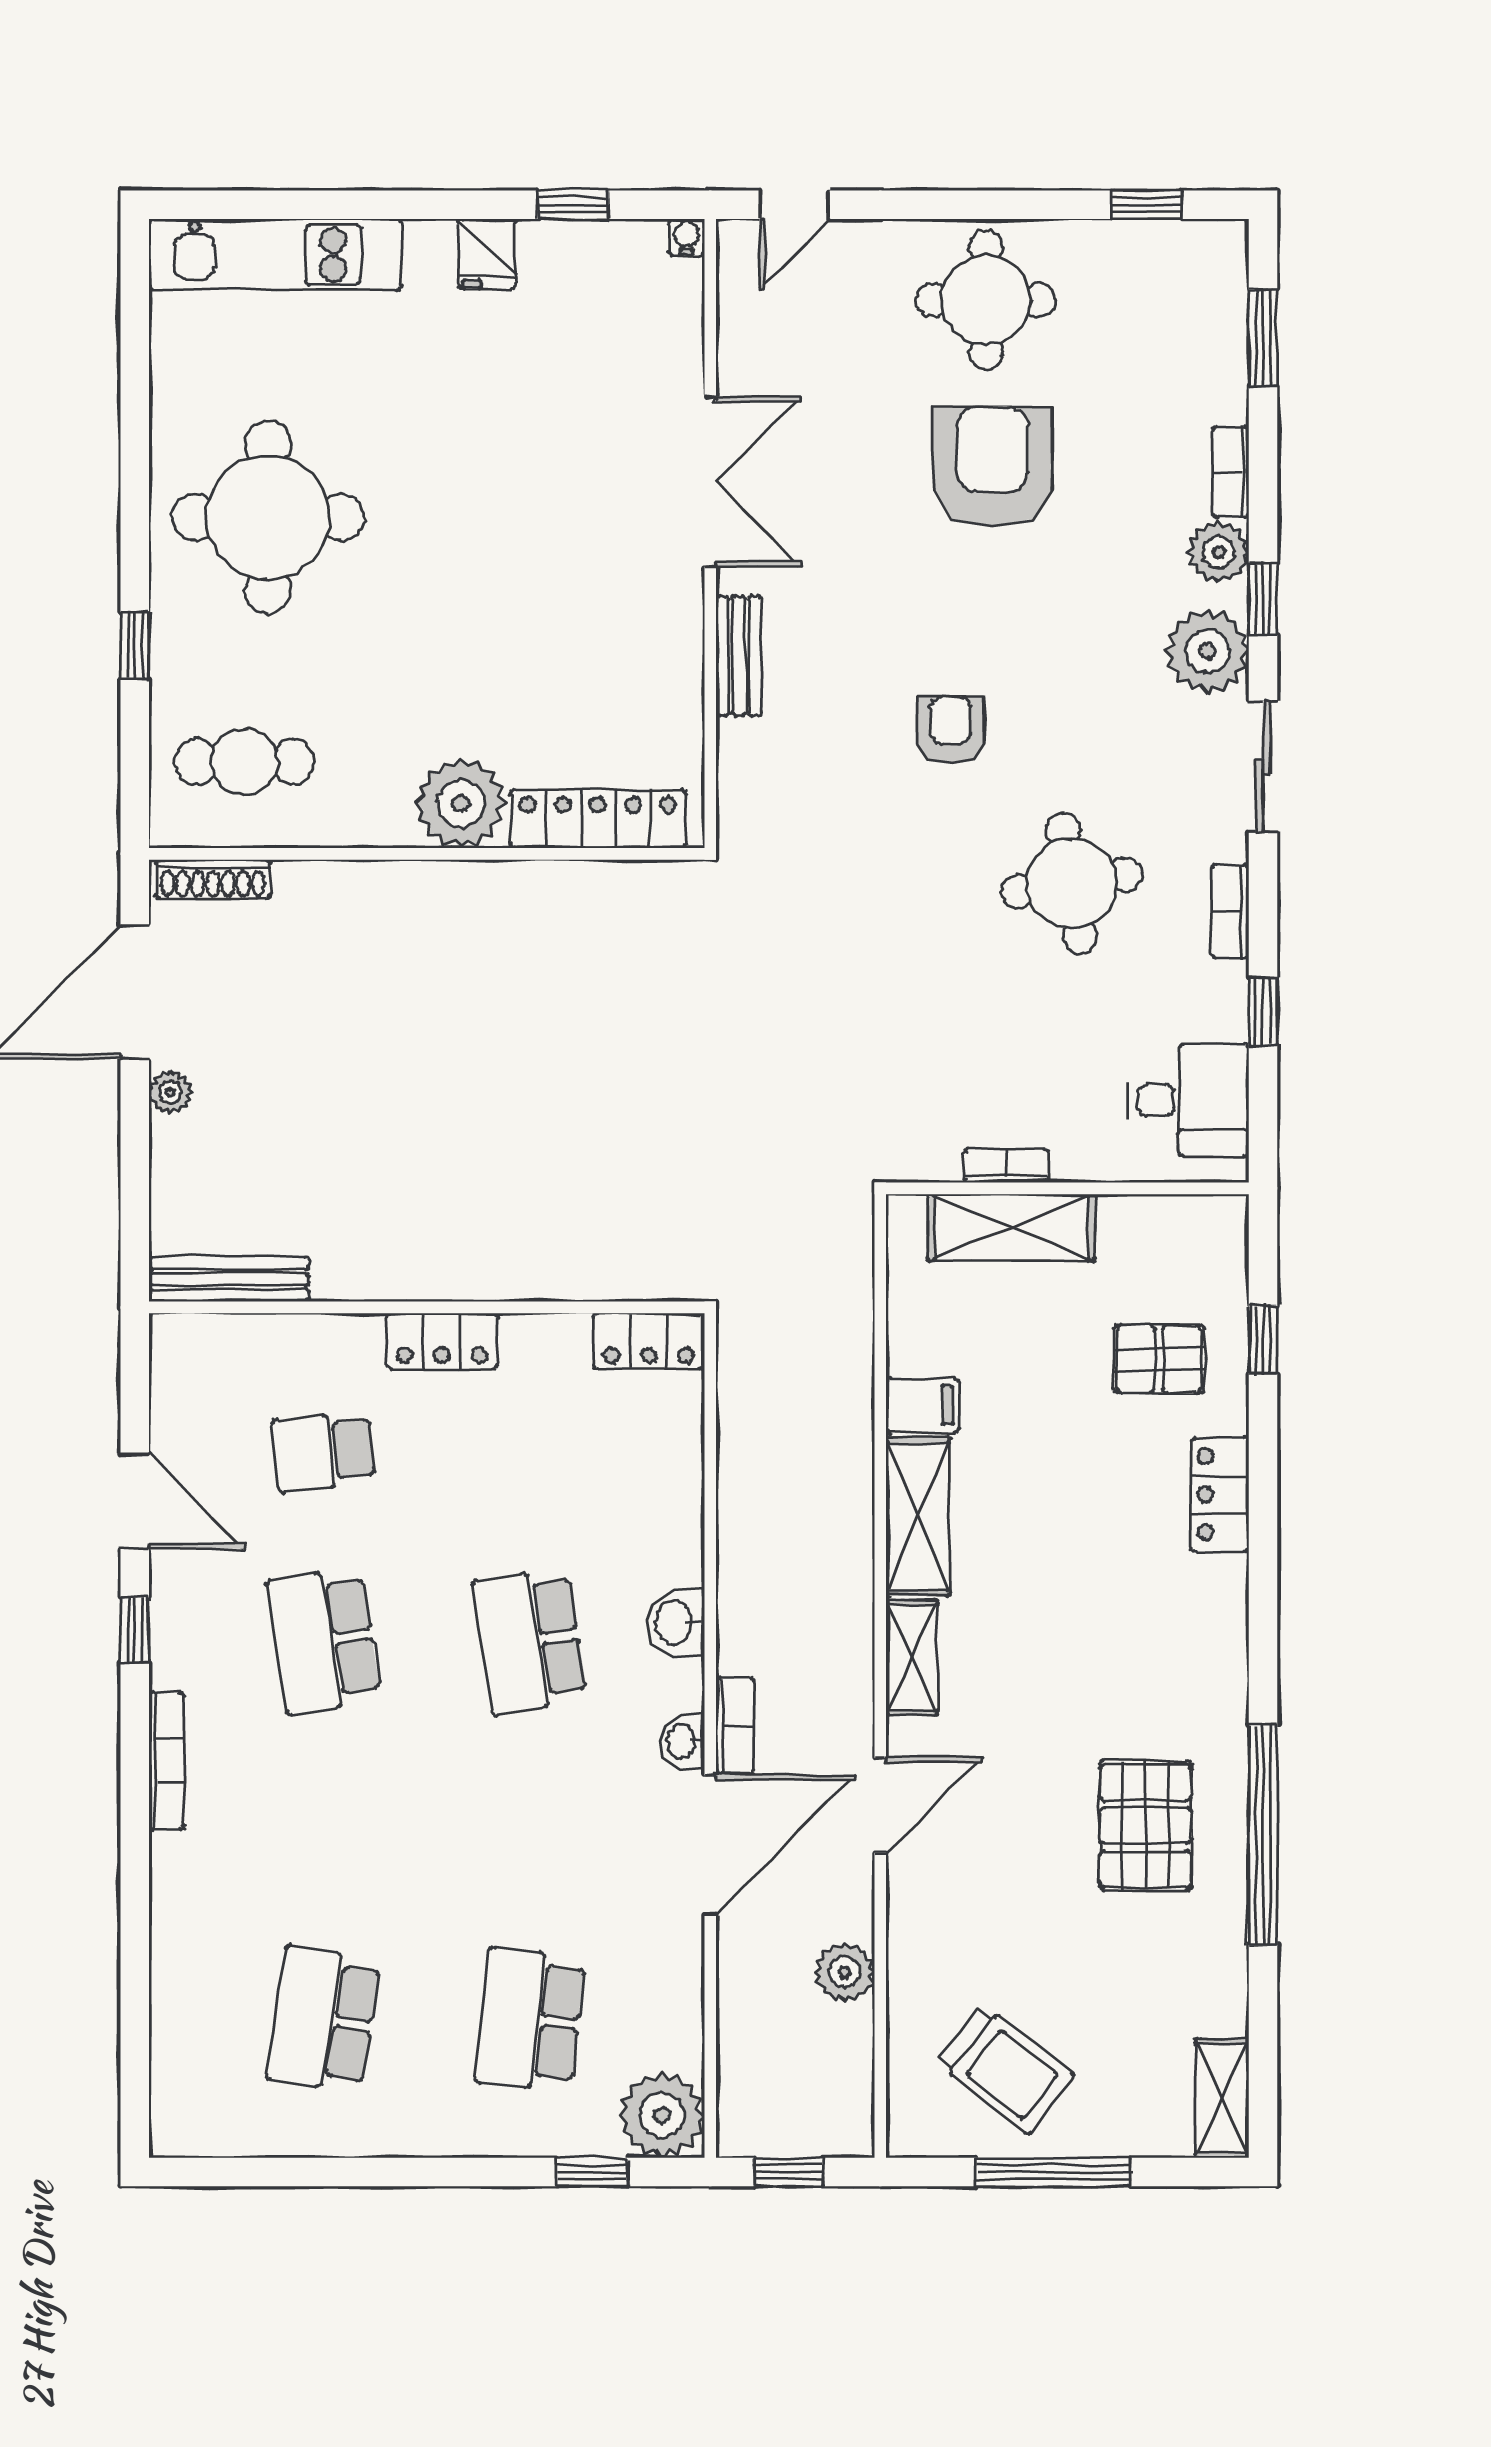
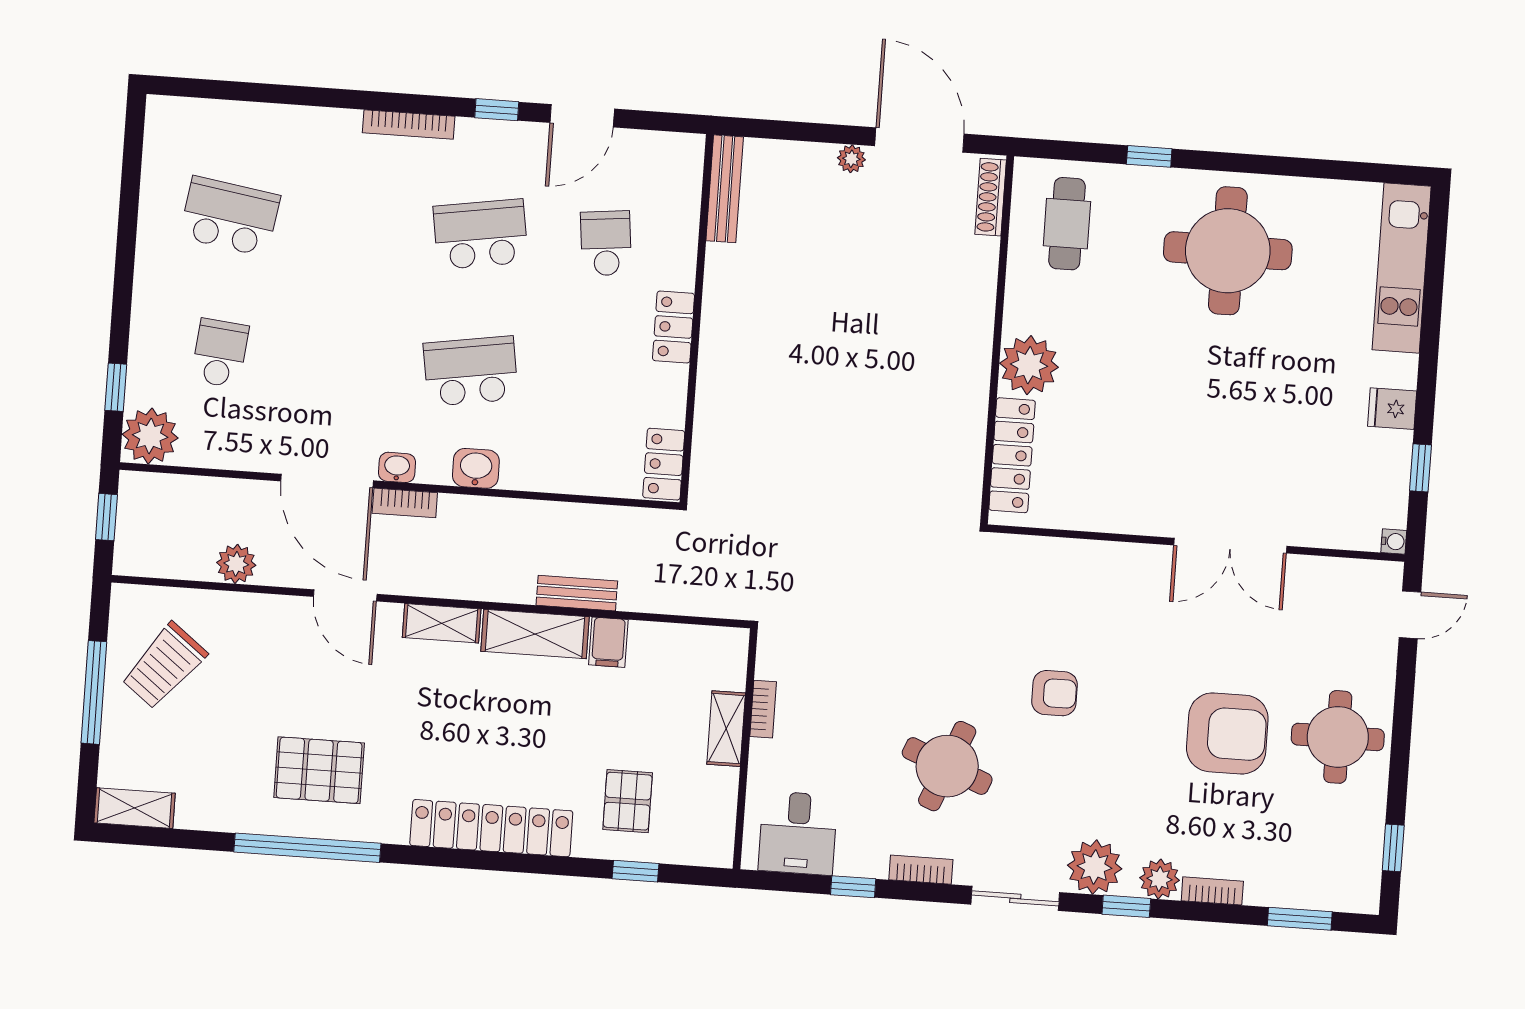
door: (795, 205) -> (1410, 615), swing flipped
bench: (739, 656) -> (577, 593), moved
round table: (1072, 883) -> (947, 766), turned 31
shelving: (1011, 1227) -> (726, 729), width x0.67, depth x0.75
locker: (1220, 1495) -> (491, 828), width x2.16, depth x1.21
school desk: (530, 2019) -> (220, 353), width x0.54

